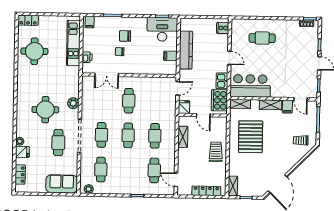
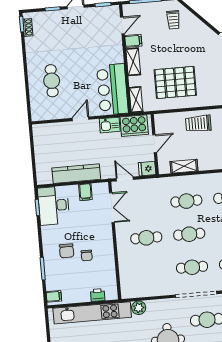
cooker: (223, 28) -> (44, 131), removed
kitchen unit: (73, 43) -> (92, 313), width x1.36
double door: (107, 75) -> (112, 208), moved
plant: (73, 103) -> (139, 308), moved

